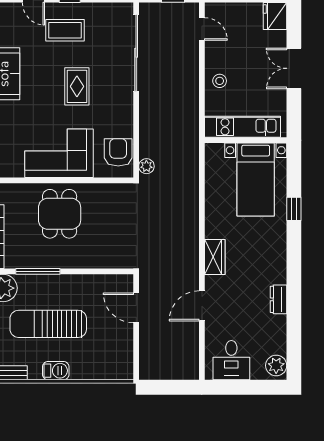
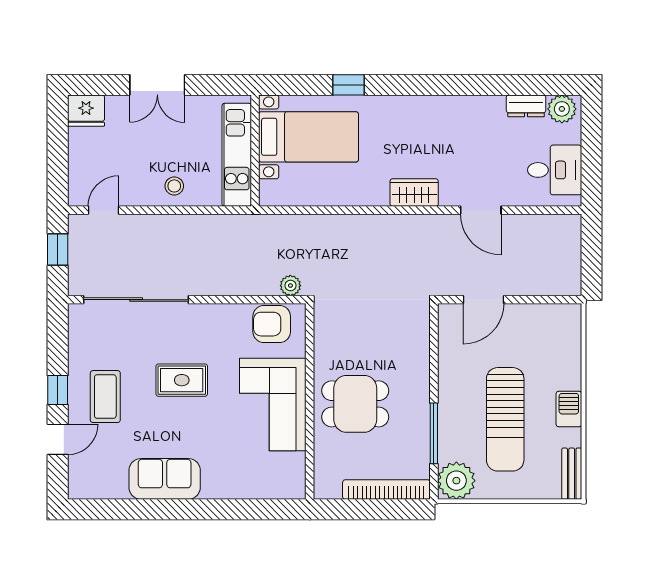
dresser: (278, 299) -> (526, 106), moved

